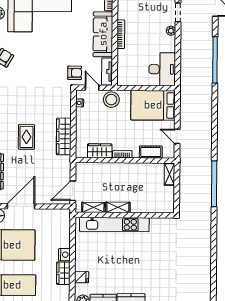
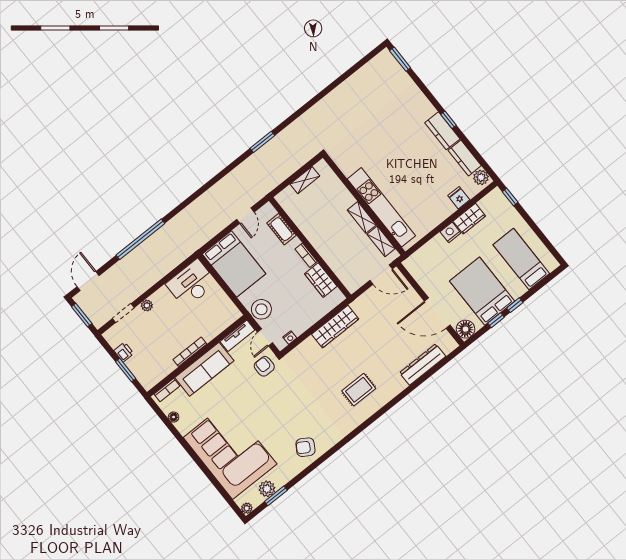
rug: (26, 137) -> (359, 390), moved
shelving: (169, 174) -> (305, 180), moved
window: (214, 184) -> (262, 142), width x0.47

